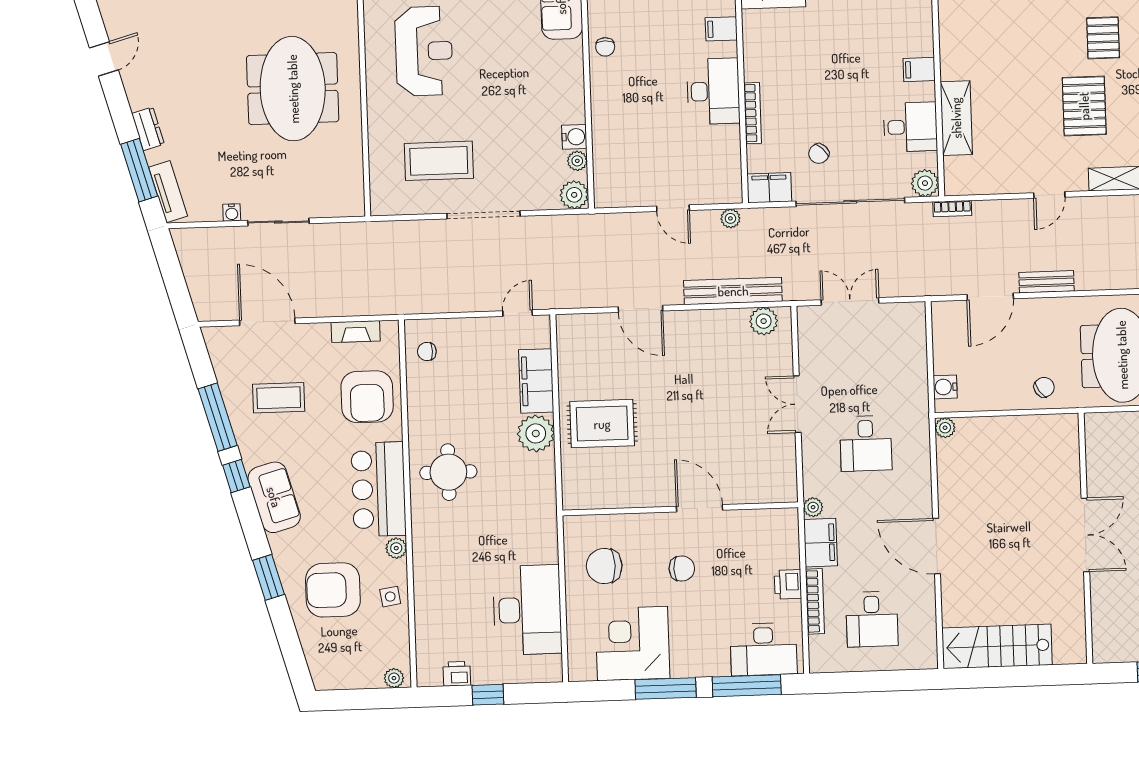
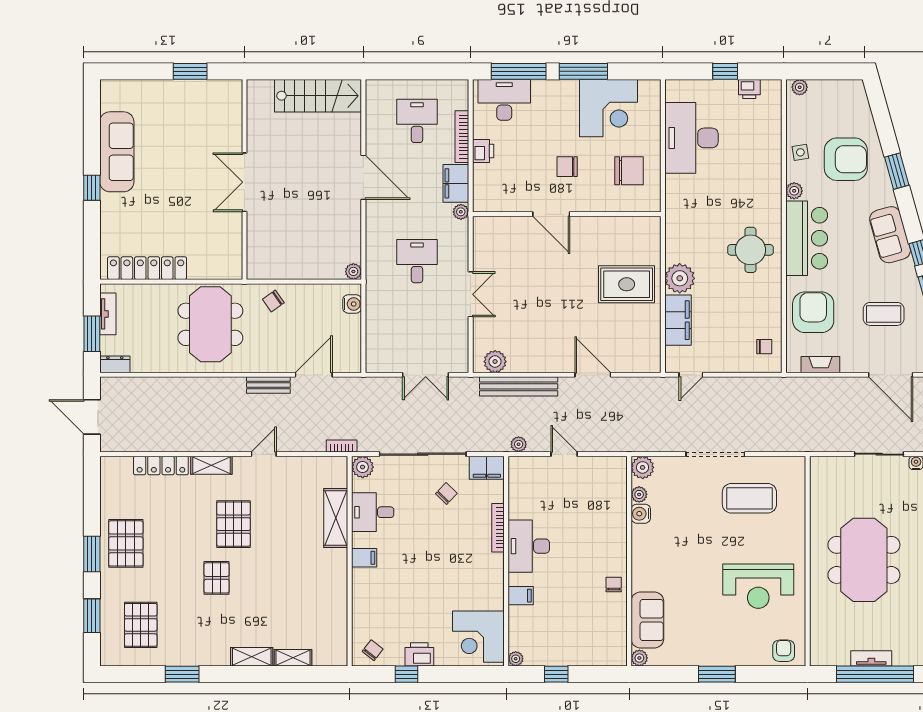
reception desk: (424, 51) -> (758, 586), turned -90

